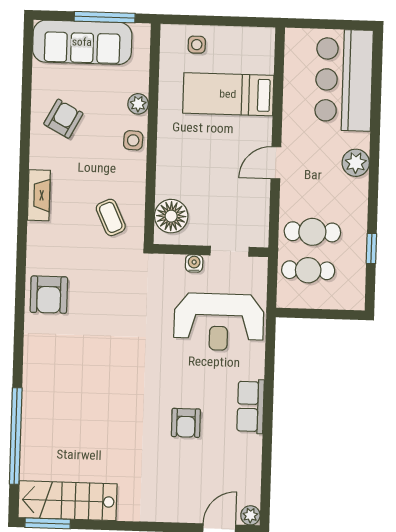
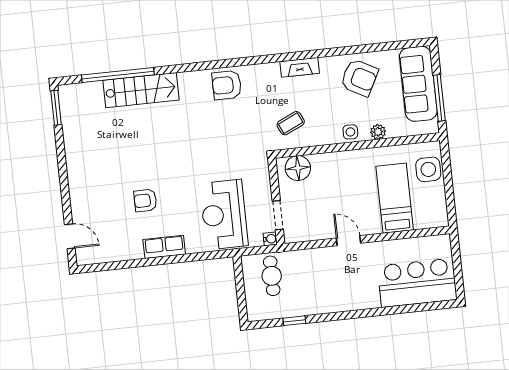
side table: (197, 45) -> (428, 169), width x1.87, depth x1.87
armchair: (63, 119) -> (359, 78), width x1.38, depth x1.38
plant: (356, 163) -> (357, 300), removed
cafe table: (312, 232) -> (301, 275), removed
water cooler: (194, 263) -> (270, 239), moved
stairs: (67, 501) -> (141, 90), moved, turned 90
plant: (250, 515) -> (83, 258), removed

